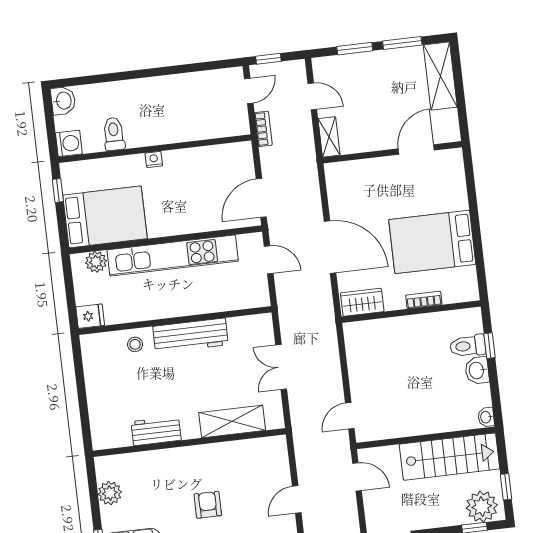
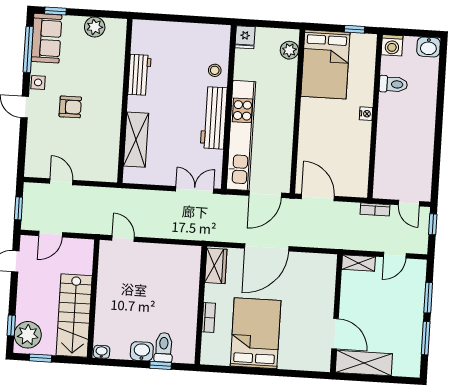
shelving: (440, 76) -> (364, 363), moved
kitchen unit: (173, 255) -> (241, 135), moved, turned 180
door: (269, 260) -> (265, 194), width x1.38
double door: (281, 367) -> (195, 190), moved
door: (357, 477) -> (51, 234), moved

